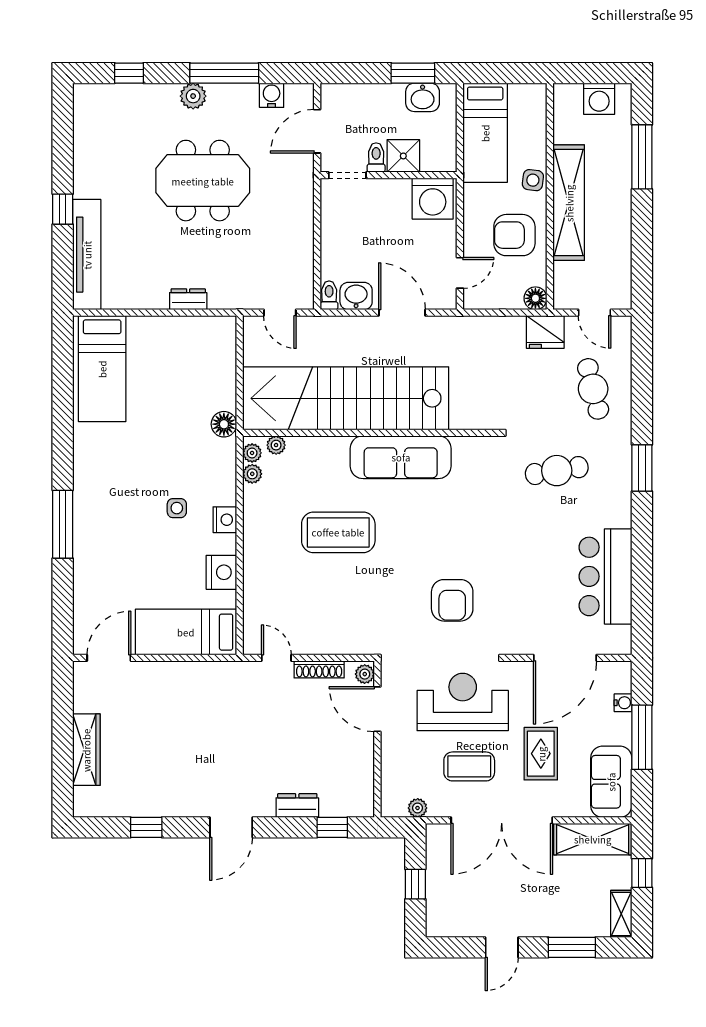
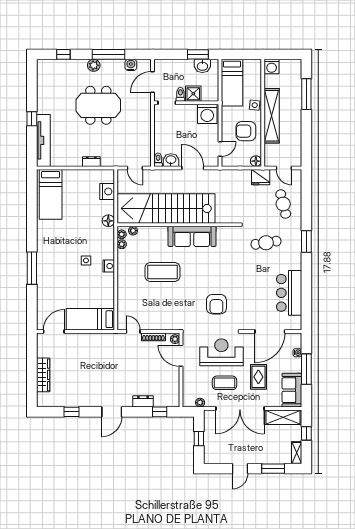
washing machine: (599, 99) -> (272, 67), moved
nightstand: (221, 572) -> (107, 191), moved

